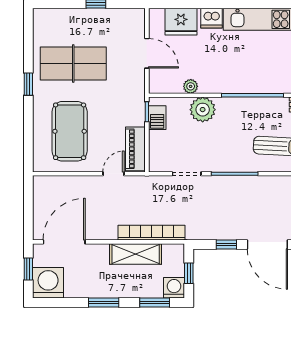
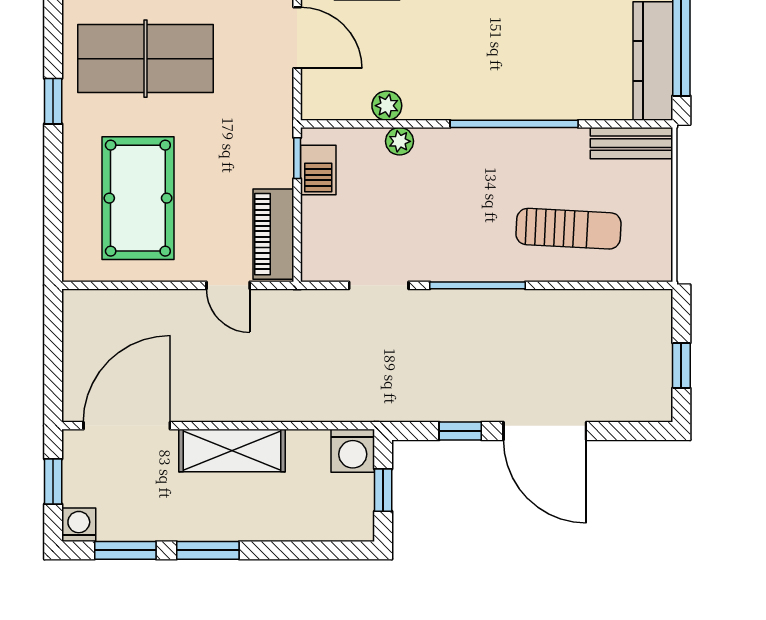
plant: (203, 110) -> (400, 141), width x0.53, depth x0.53
door: (113, 174) -> (228, 285), swing flipped
bookcase: (152, 233) -> (307, 407), removed
shelving: (136, 254) -> (232, 451), moved
washing machine: (48, 283) -> (79, 525), width x0.53, depth x0.53
washing machine: (174, 288) -> (353, 451), moved, turned 180
window: (155, 303) -> (125, 550), moved

